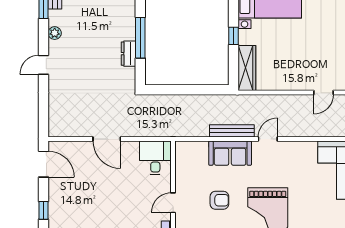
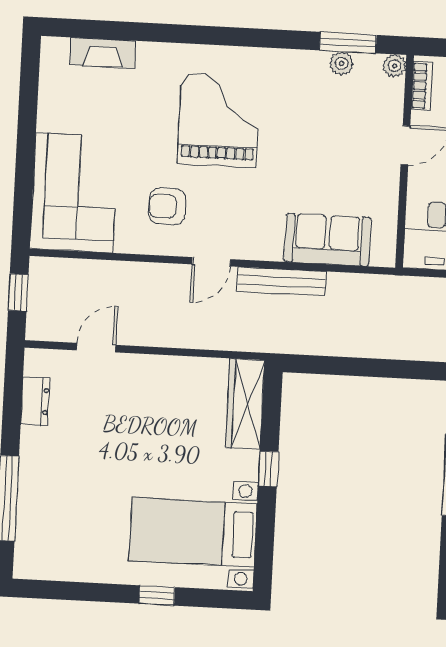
sofa: (230, 153) -> (327, 240), moved
armchair: (219, 200) -> (167, 206), moved

